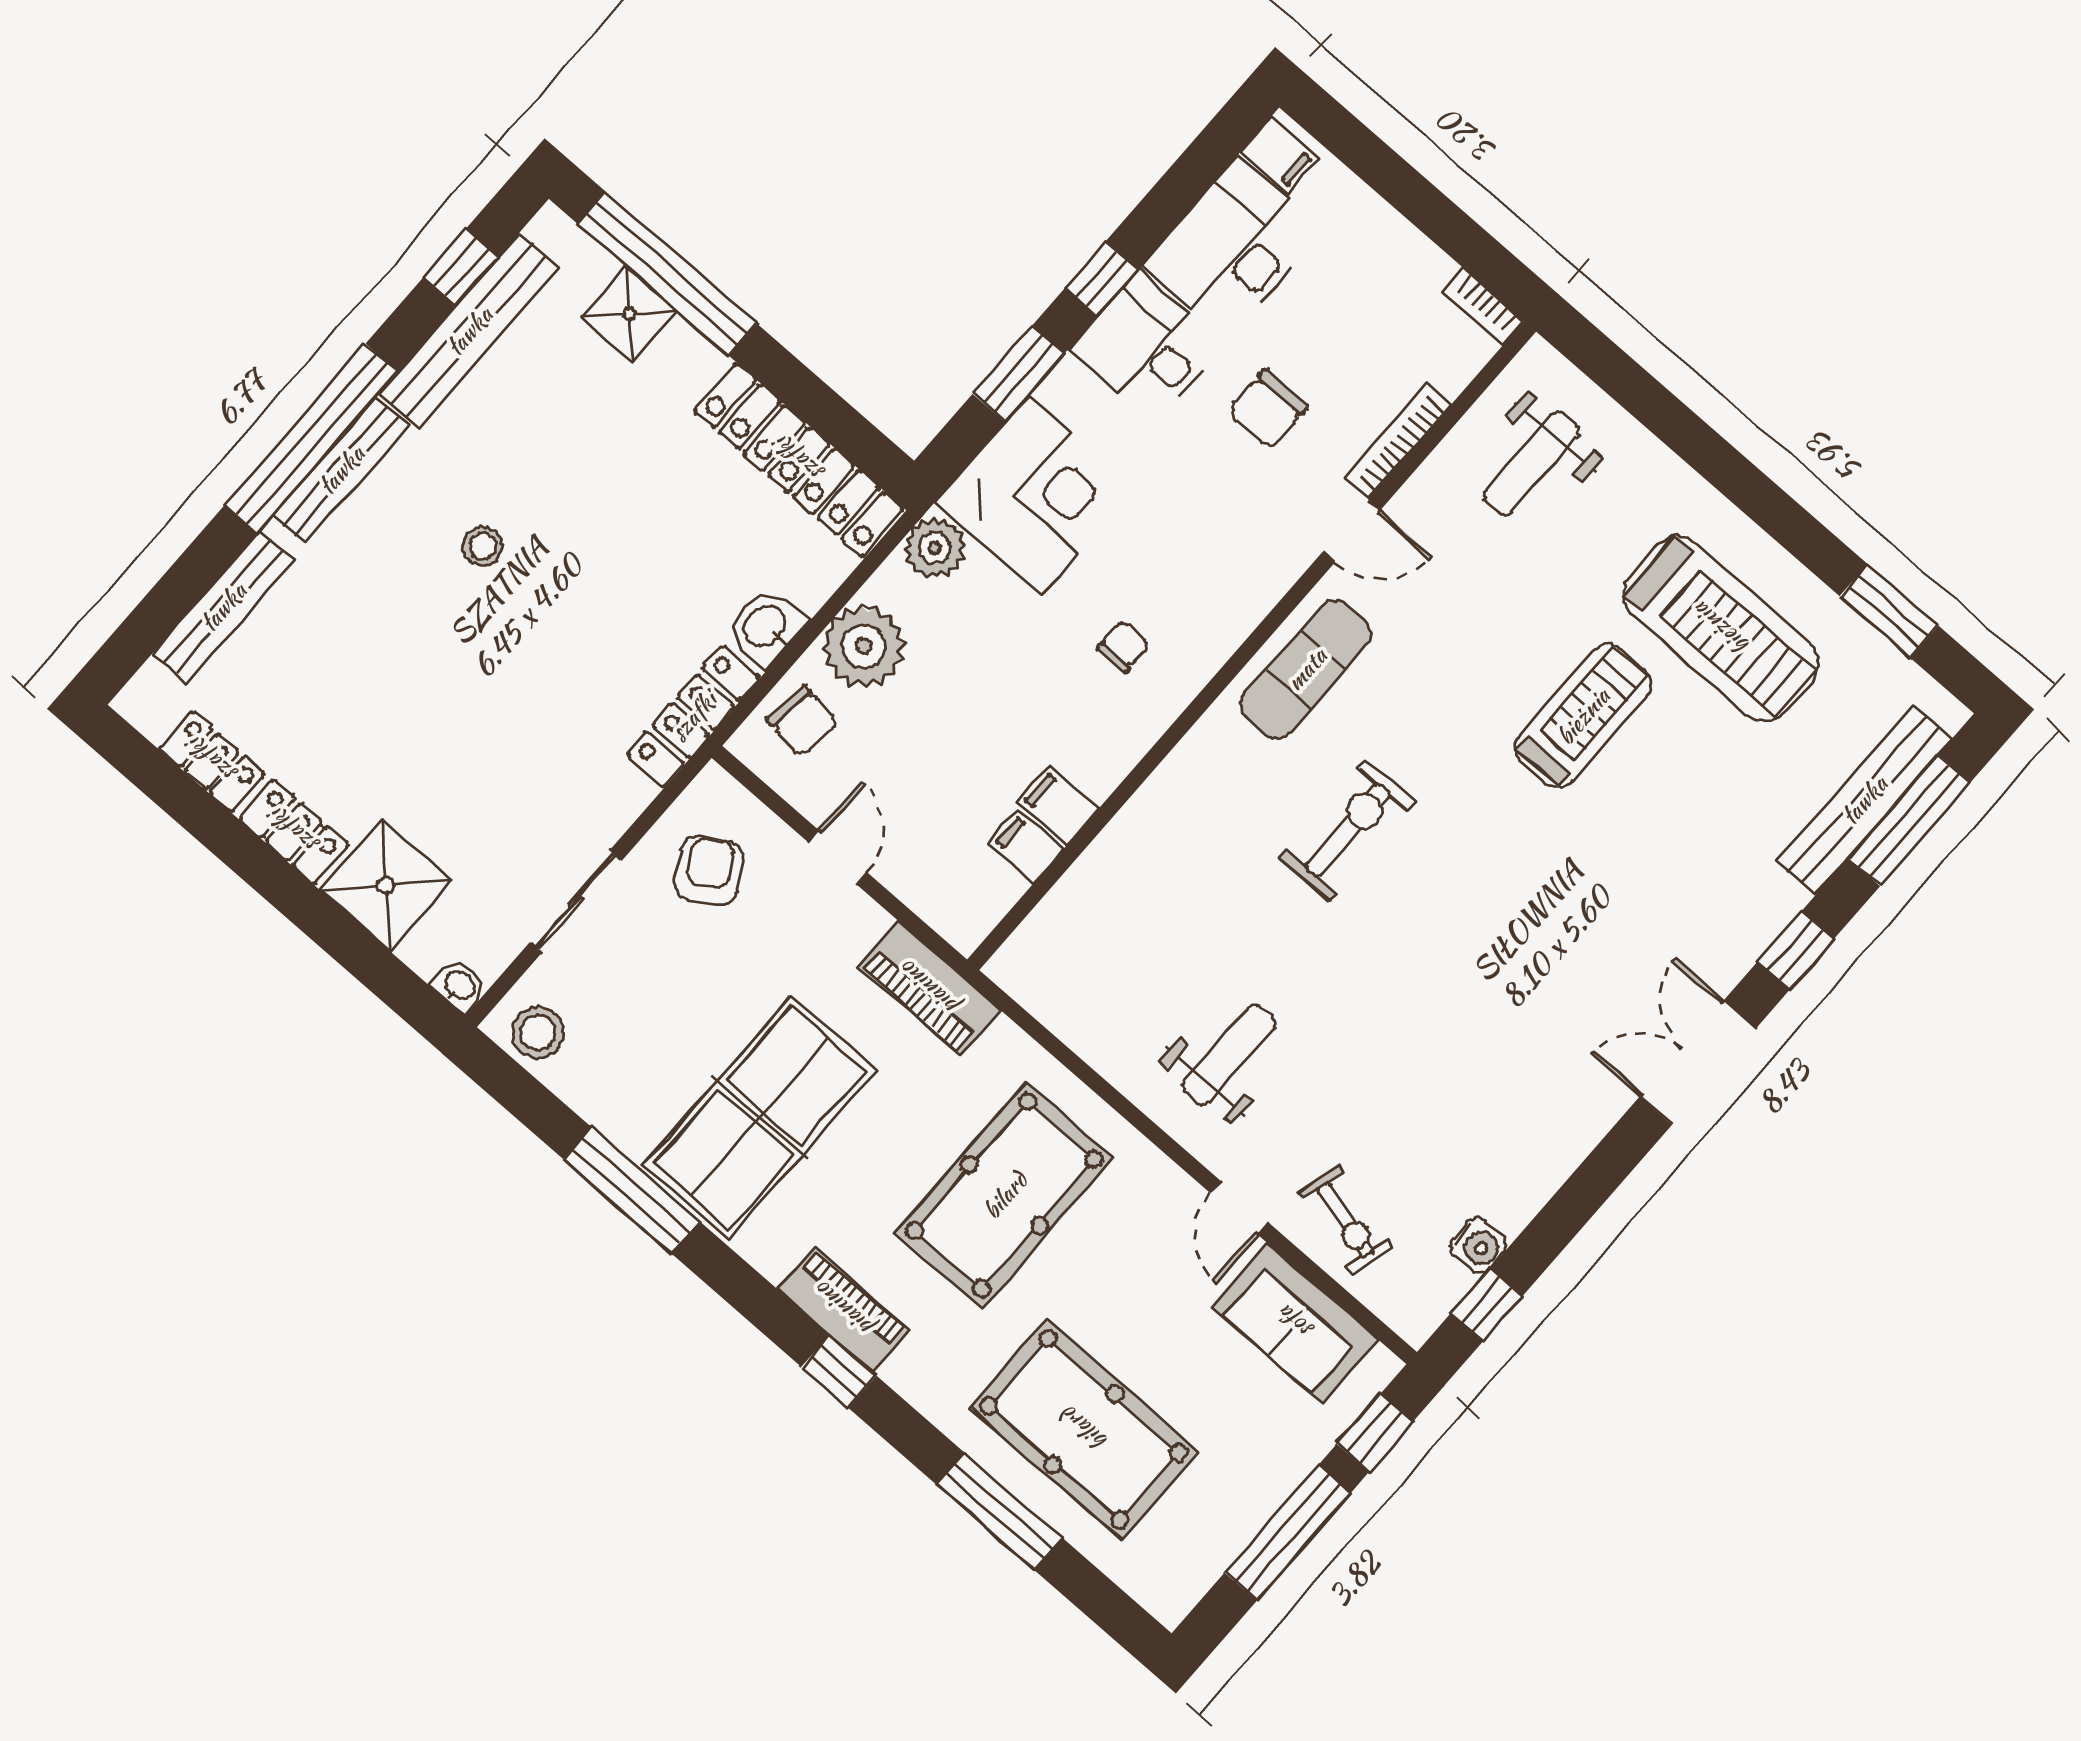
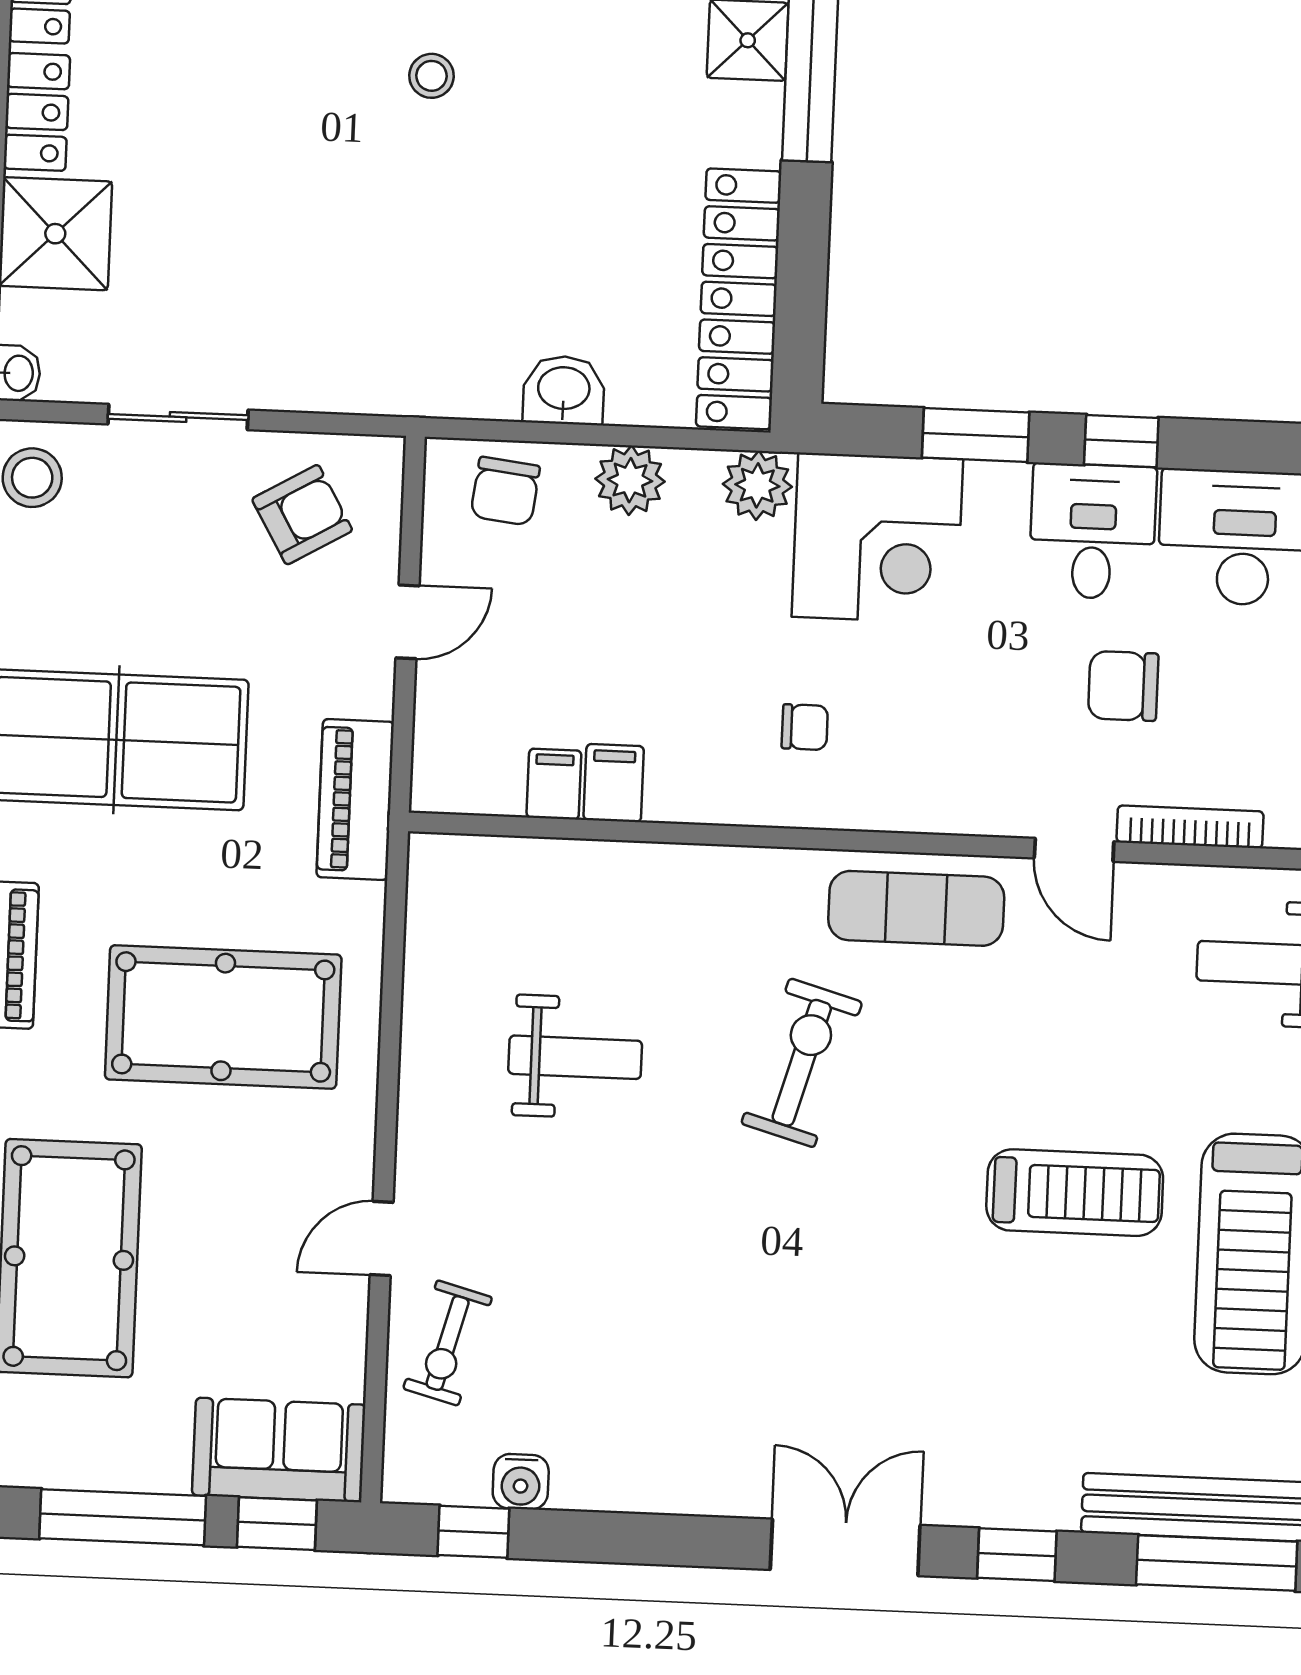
plant: (863, 646) -> (630, 480), width x0.73, depth x0.73
locker: (693, 716) -> (430, 389), removed
exercise bike: (1348, 830) -> (802, 1063), turned -74
weight bench: (1229, 1055) -> (575, 1057), moved
sofa: (1295, 1323) -> (279, 1450), moved, turned 90

